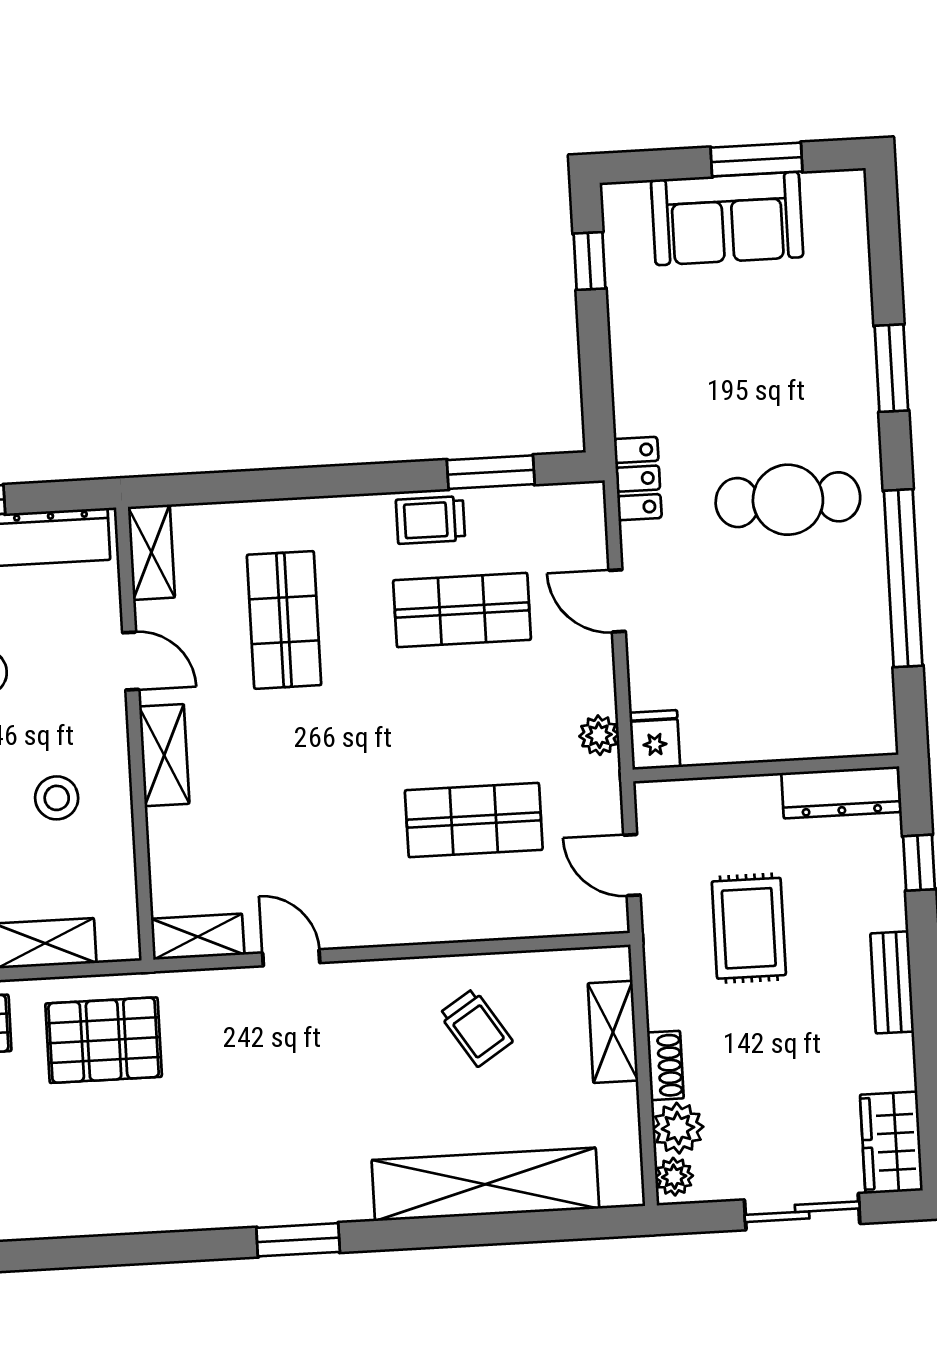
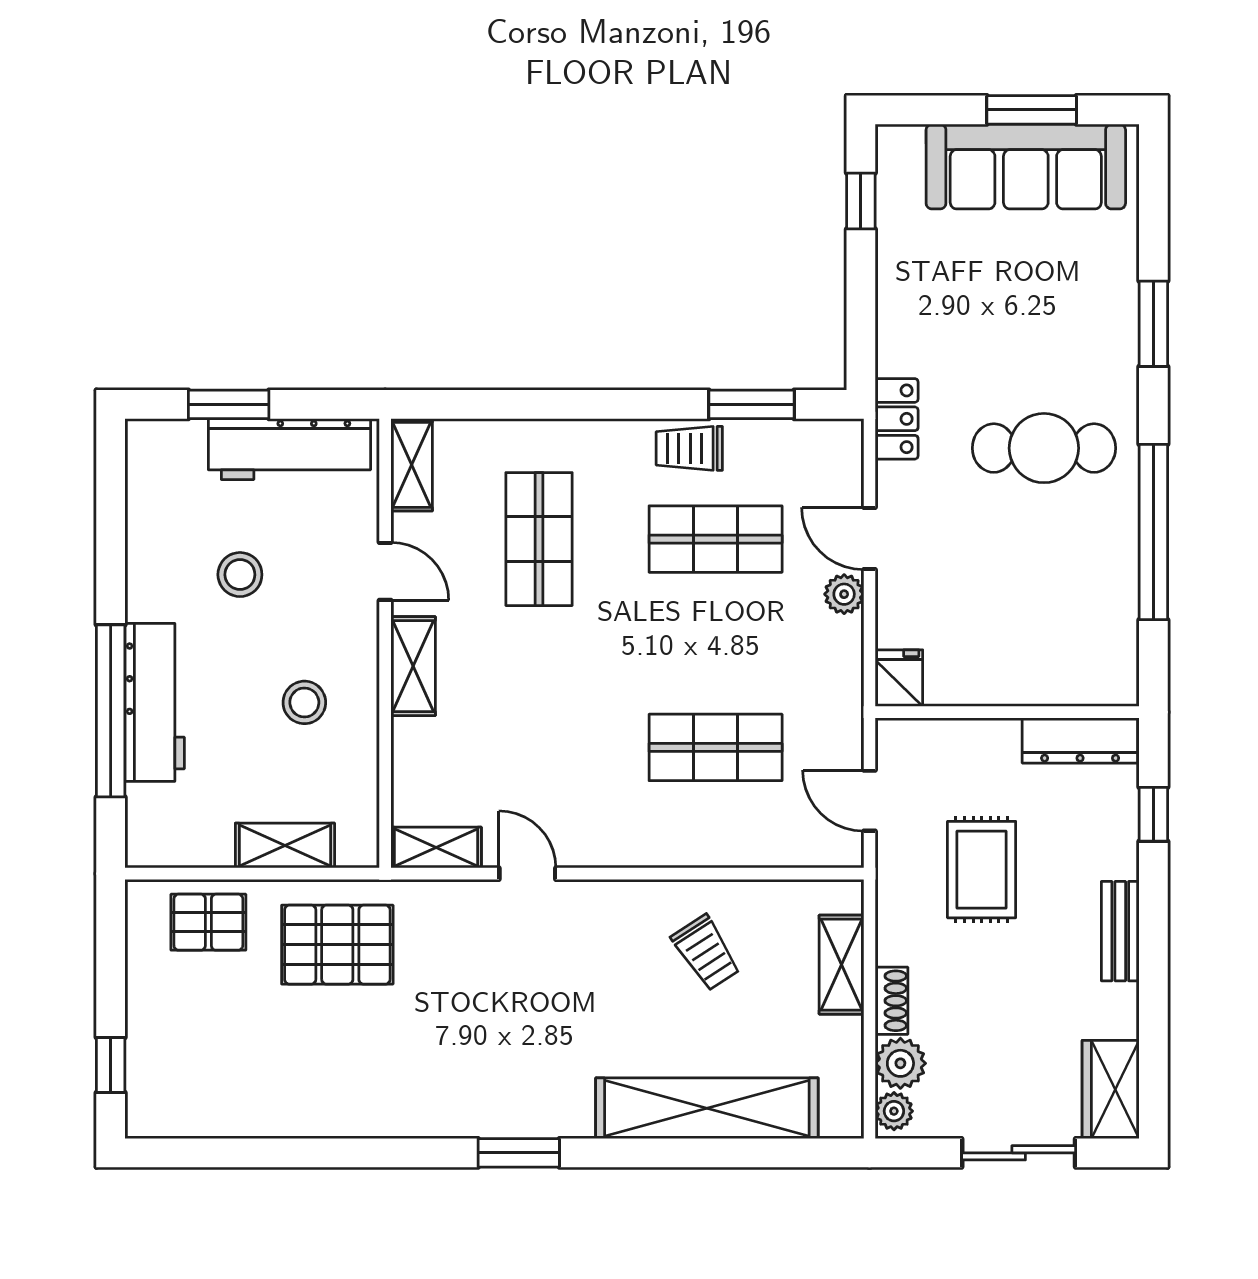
sofa: (727, 218) -> (1026, 167), width x1.36
plant: (599, 735) -> (844, 594), moved

